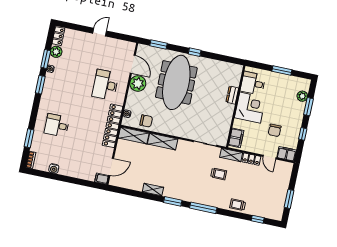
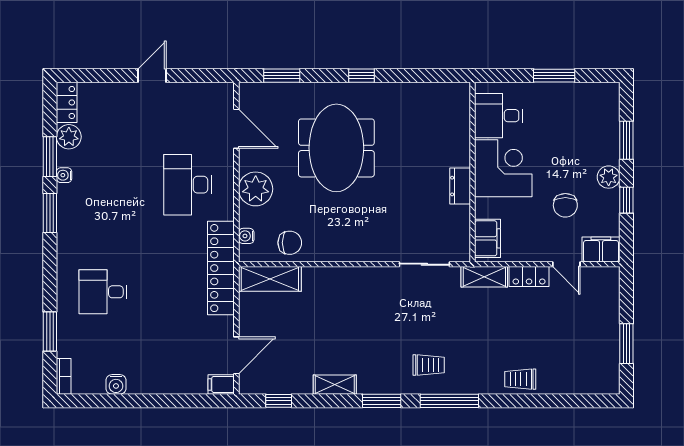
meeting table: (176, 82) -> (336, 148), width x0.73
plant: (138, 83) -> (256, 189), moved
dresser: (232, 95) -> (460, 186), moved
plant: (302, 96) -> (609, 177), moved
shelving: (163, 141) -> (334, 279), removed
trolley: (219, 174) -> (429, 365), moved
window: (258, 219) -> (279, 401), moved

